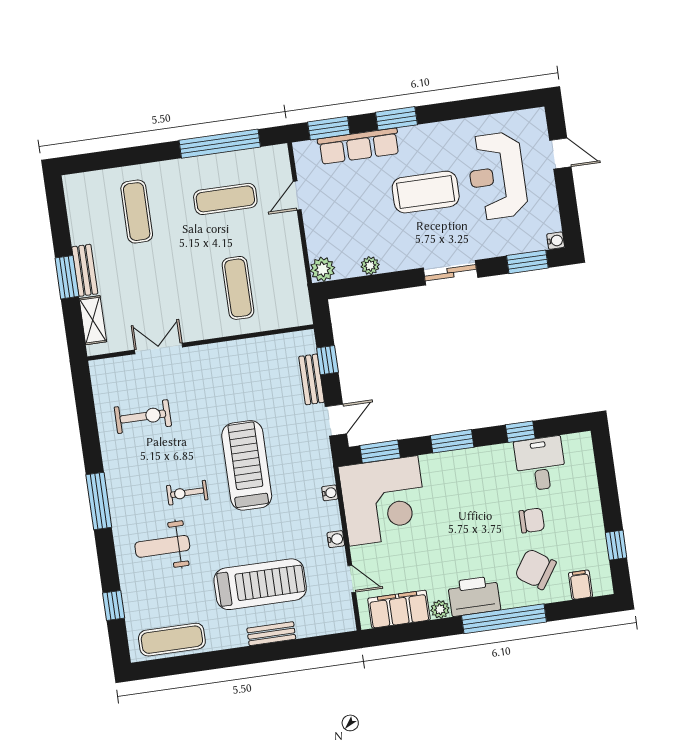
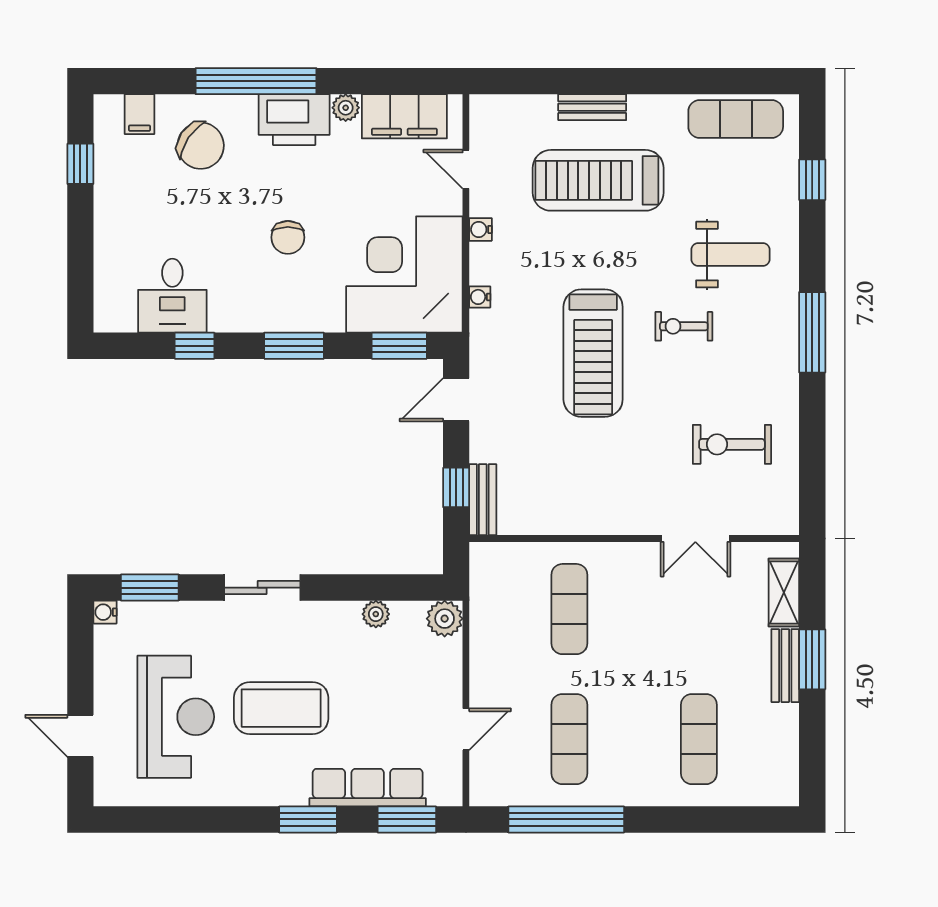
exercise mat: (225, 199) -> (569, 739), turned 90
bench: (312, 379) -> (483, 500), moved
exercise bike: (187, 493) -> (684, 326), turned 180
chair: (532, 520) -> (288, 237), moved, turned -90

